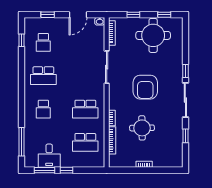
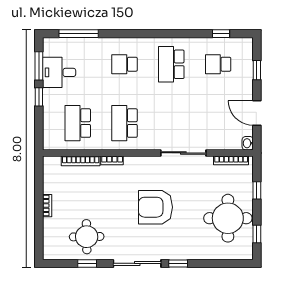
round table: (142, 128) -> (87, 237), moved

